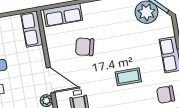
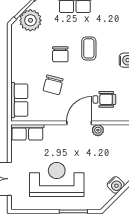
chair: (166, 95) -> (60, 54), moved

